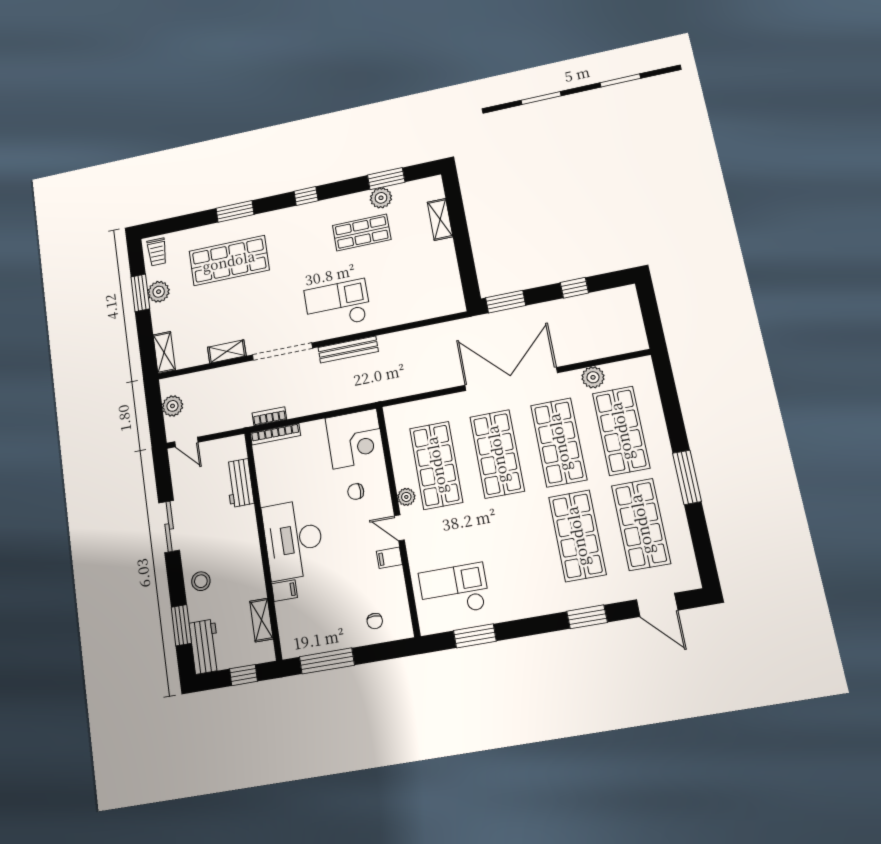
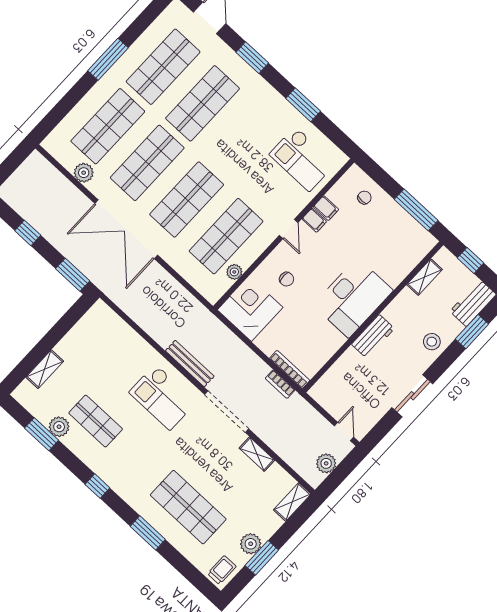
workbench: (240, 483) -> (373, 336), moved
plant: (406, 497) -> (234, 272), moved
filing cabinet: (284, 591) -> (326, 208), moved, turned 180
window: (475, 636) -> (303, 105), moved

